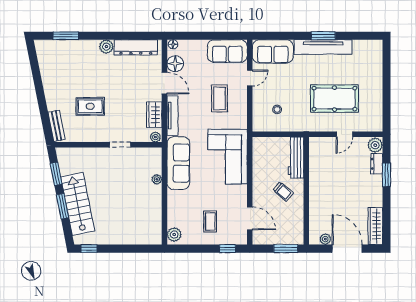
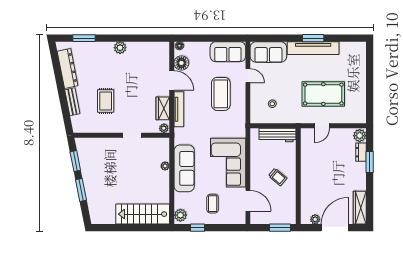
dresser: (136, 47) -> (68, 69), moved, turned -101
door: (250, 78) -> (248, 76), hinge flipped
coffee table: (219, 98) -> (221, 94), width x1.36, depth x1.32
rug: (90, 106) -> (106, 101), turned 90
bench: (56, 126) -> (72, 102), moved
door: (344, 134) -> (322, 126), moved
corner sofa: (228, 157) -> (228, 163), moved
workbench: (296, 157) -> (278, 135), moved, turned -90
sofa: (178, 163) -> (184, 168), moved
stairs: (78, 204) -> (143, 214), moved, turned -79
window: (89, 249) -> (105, 228), removed
window: (228, 249) -> (197, 228), moved
door: (347, 249) -> (335, 228), hinge flipped

